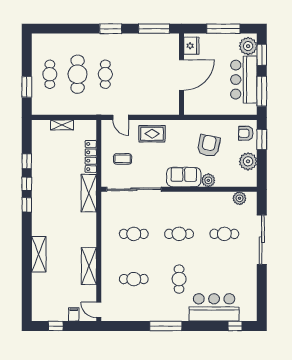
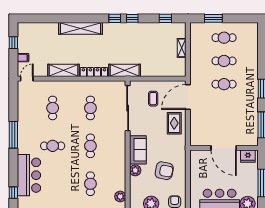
cafe table: (78, 74) -> (224, 61), width x0.73, depth x0.74
door: (121, 117) -> (188, 97), width x1.88
locker: (91, 157) -> (94, 72), moved
window: (27, 161) -> (165, 18), moved
shelving: (39, 254) -> (80, 28), width x1.47

